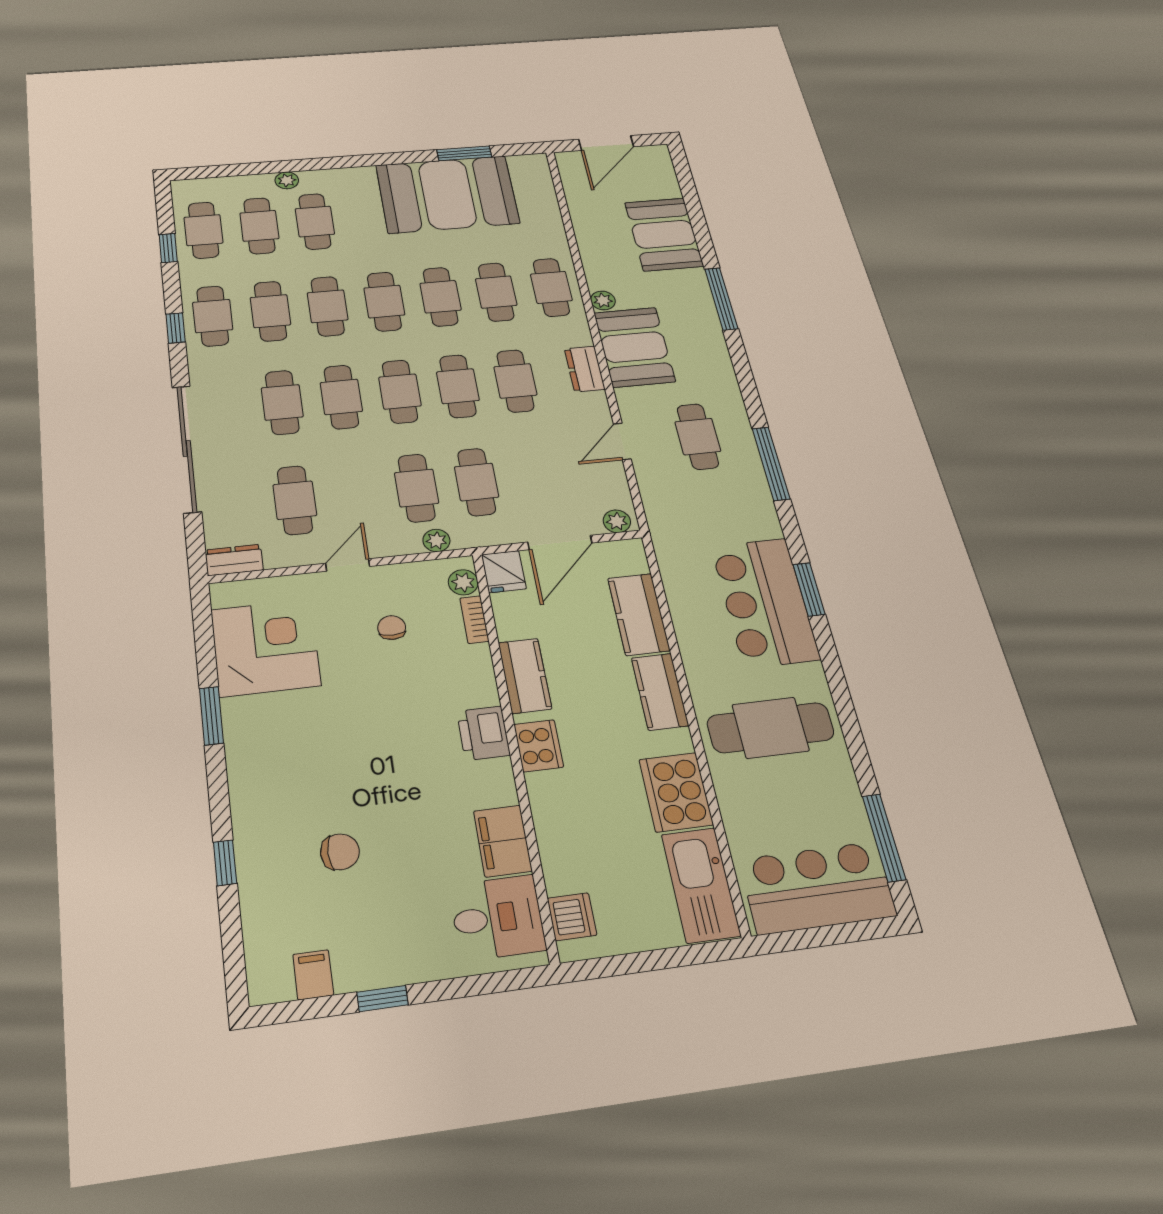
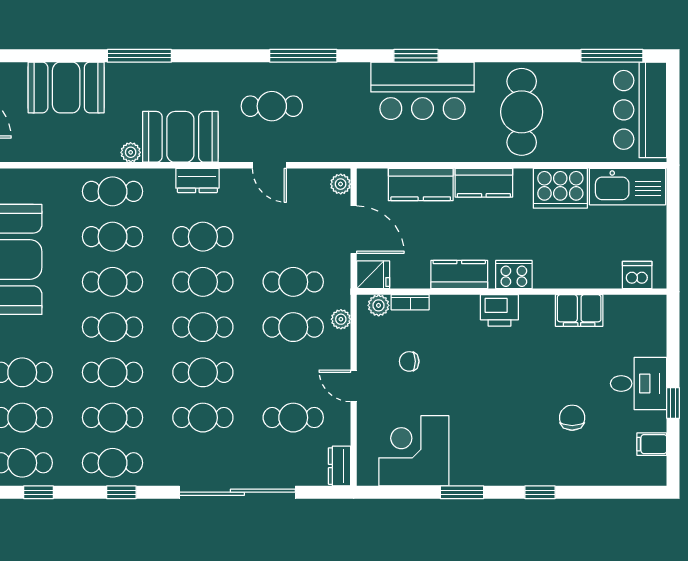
window: (225, 863) -> (540, 492), moved
desk: (497, 918) -> (639, 383), moved, turned 90

